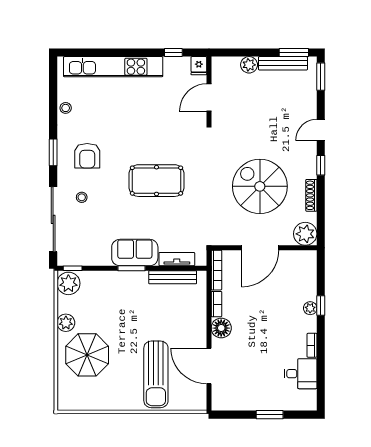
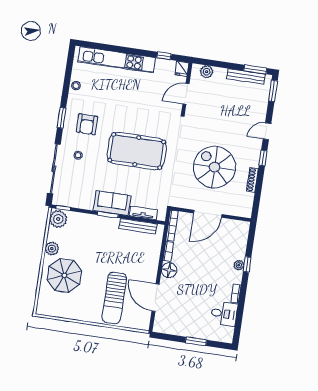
plant: (249, 65) -> (207, 72), moved
pool table: (156, 181) -> (137, 151), width x1.36, depth x1.32
plant: (305, 234) -> (243, 208), removed

